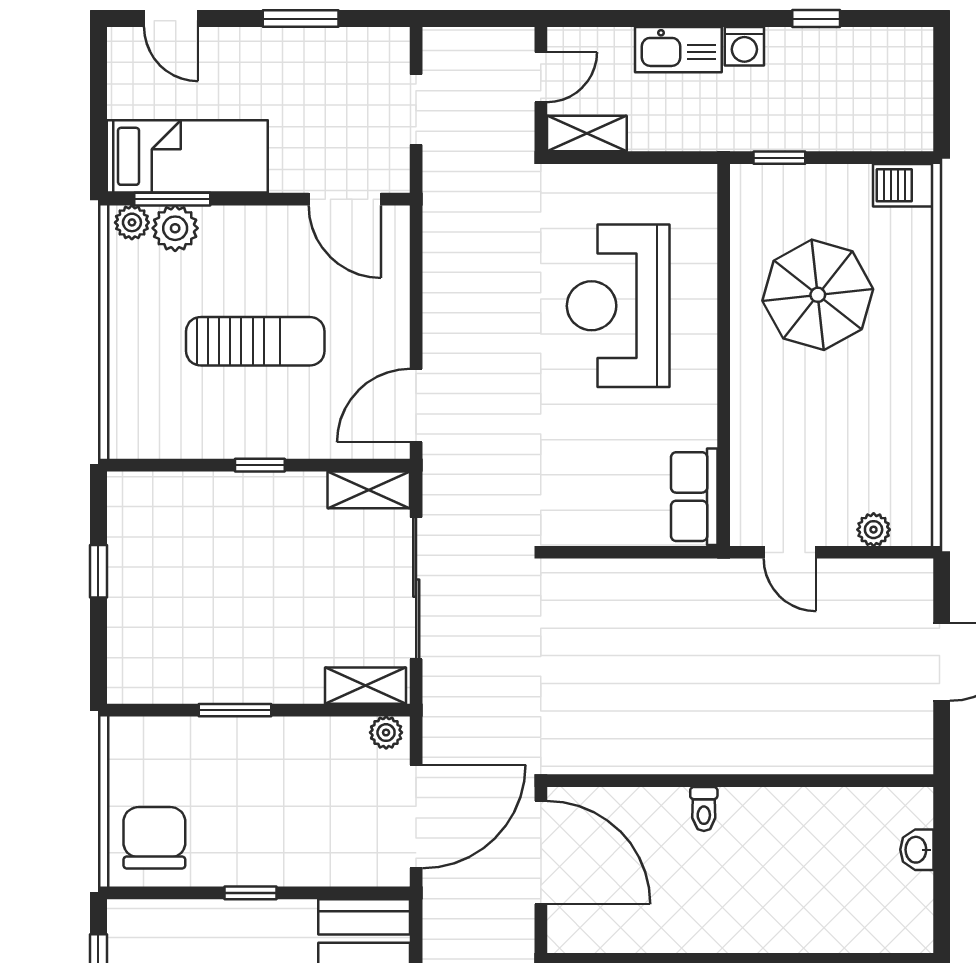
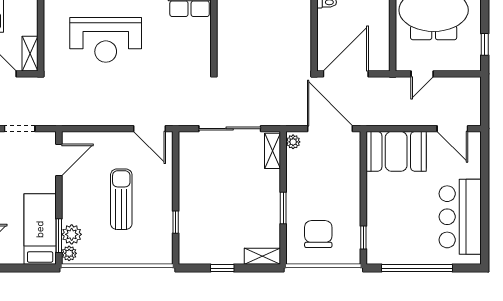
window: (260, 465) -> (176, 222), moved
shelving: (369, 490) -> (262, 256), moved, turned 90
chair: (154, 838) -> (318, 234), moved, turned 90
window: (250, 893) -> (363, 238), moved

